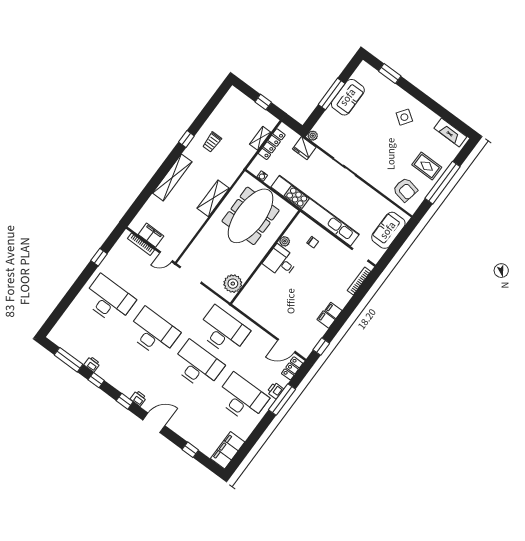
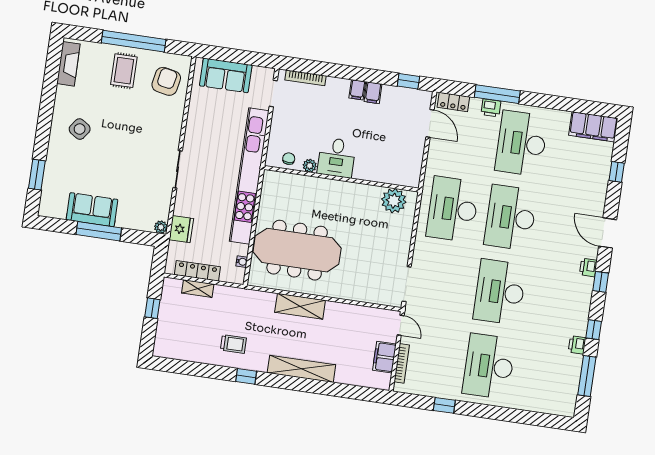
plant: (285, 241) -> (310, 166), moved
wall: (265, 257) -> (341, 179), moved
desk: (281, 262) -> (337, 158), moved
plant: (233, 284) -> (394, 201), moved

